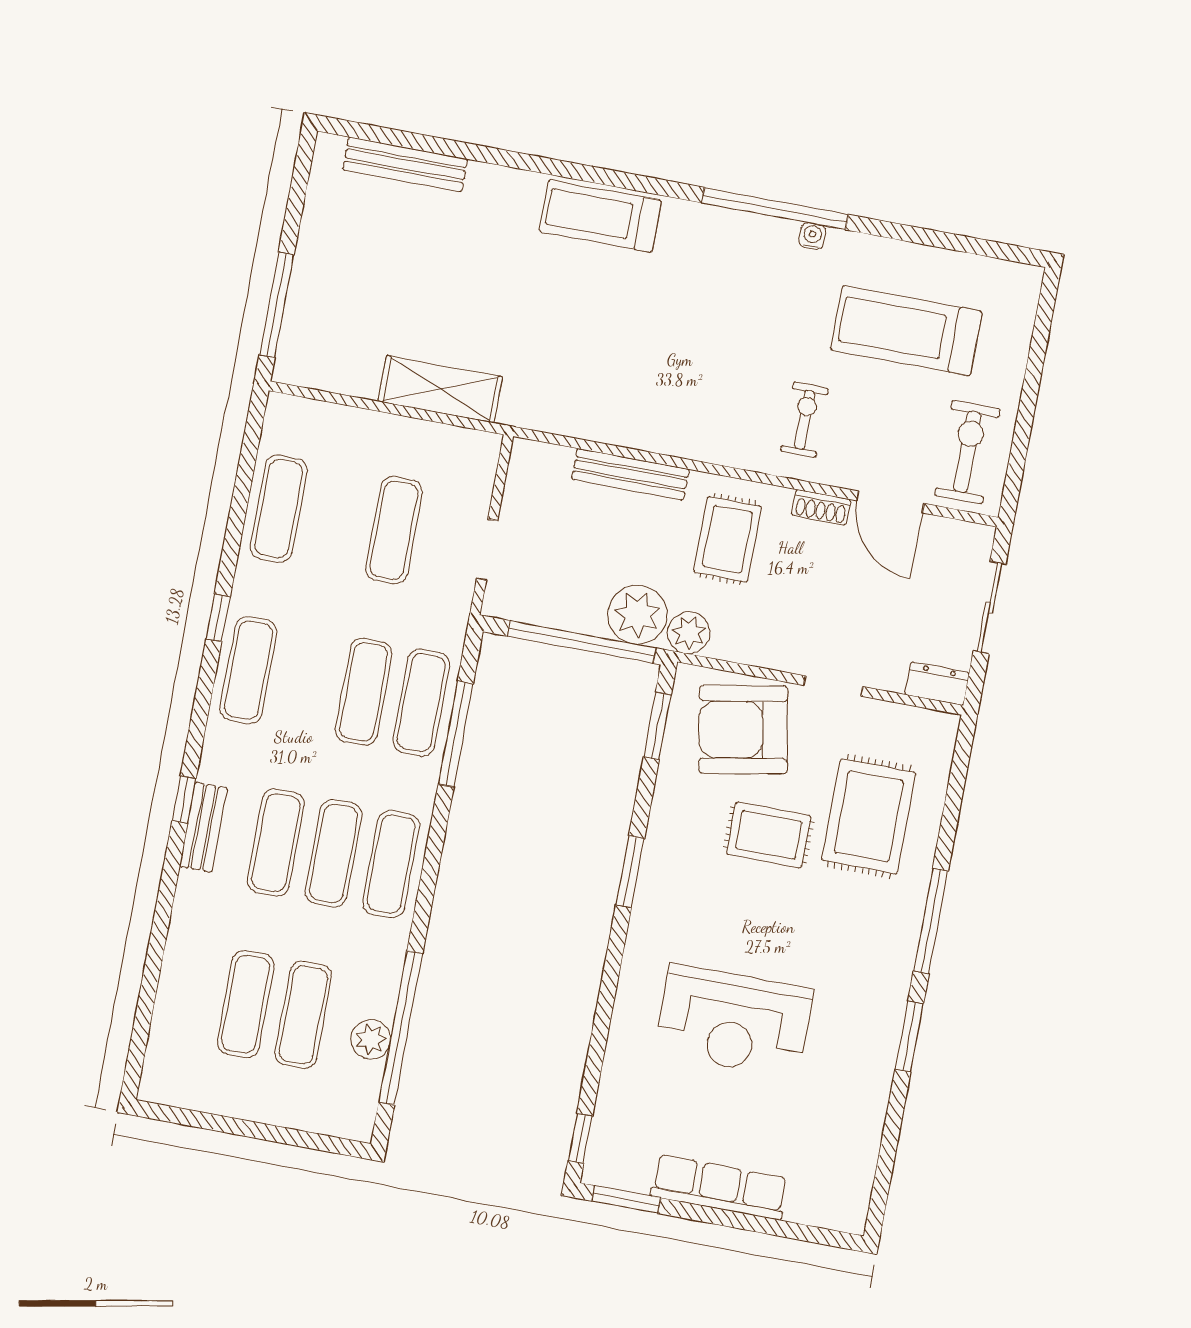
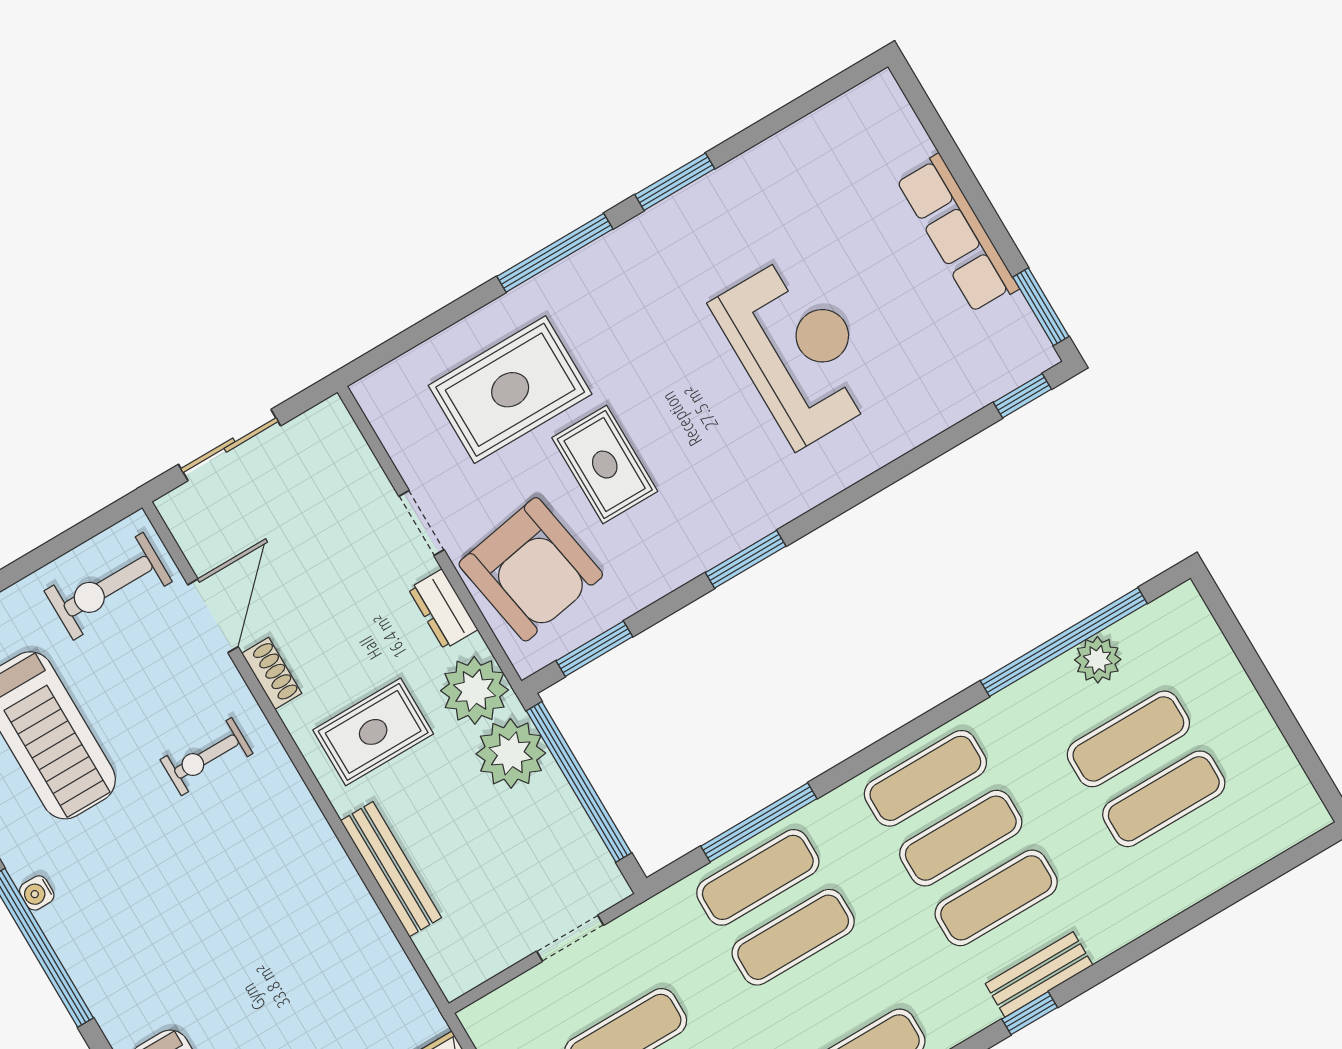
plant: (689, 633) -> (475, 690), width x1.36, depth x1.36
dresser: (937, 684) -> (443, 609), moved

